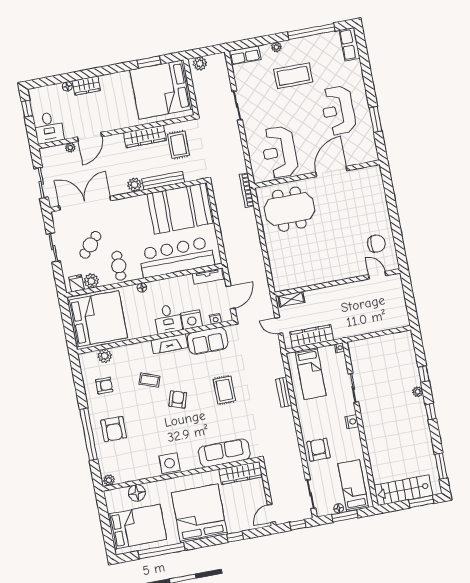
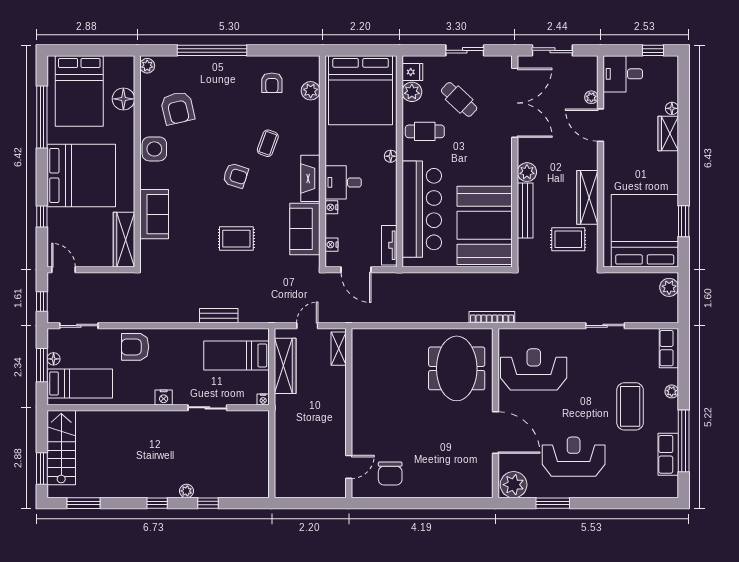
row of seats: (350, 44) -> (668, 454), moved, turned -90
plant: (367, 151) -> (514, 485), added
nightstand: (192, 320) -> (331, 207), width x0.53, depth x0.56
armchair: (114, 429) -> (178, 108), moved, turned -103
armchair: (318, 450) -> (135, 347), turned 180
sofa: (224, 453) -> (154, 214), width x0.73

